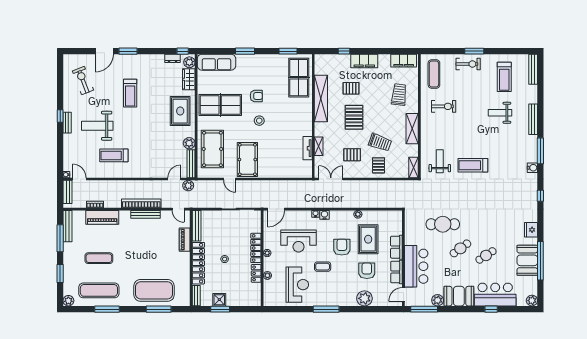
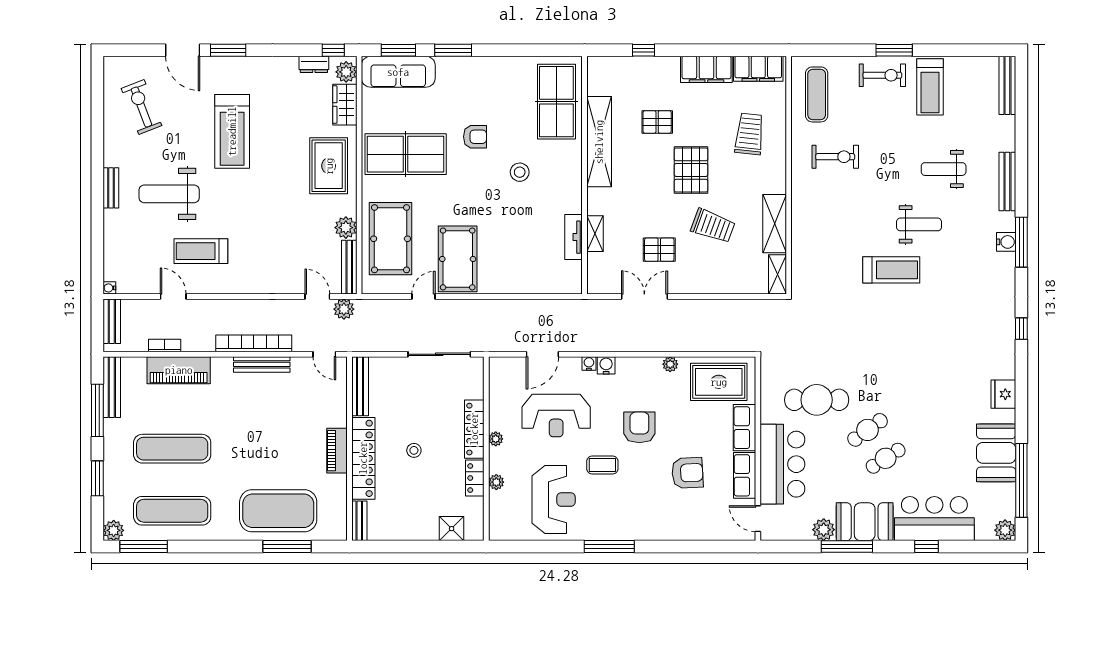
door: (104, 51) -> (183, 50), hinge flipped
window: (288, 51) -> (398, 50), moved
filing cabinet: (364, 61) -> (706, 69), moved
treadmill: (504, 77) -> (930, 87), moved
treadmill: (130, 93) -> (232, 131), width x1.37, depth x1.38
window: (60, 116) -> (97, 175), removed
pallet: (354, 117) -> (691, 170), moved
stool: (259, 121) -> (520, 172), moved
shelving: (412, 129) -> (775, 224), moved
weight bench: (440, 161) -> (919, 224), moved, turned 90
pallet: (379, 165) -> (710, 270), removed
treadmill: (473, 165) -> (891, 270), turned 180
water cooler: (532, 168) -> (1006, 242), moved
door: (79, 179) -> (173, 296), moved
door: (174, 179) -> (317, 296), hinge flipped
door: (230, 179) -> (423, 296), swing flipped
double door: (331, 179) -> (644, 296), moved
door: (276, 209) -> (542, 354), moved
cafe table: (443, 224) -> (817, 400), moved
rug: (368, 239) -> (719, 382), moved, turned 90
piano: (185, 240) -> (337, 451), moved
cafe table: (486, 255) -> (886, 458), moved
exercise mat: (99, 258) -> (172, 449), width x1.36, depth x1.45
window: (540, 261) -> (1021, 480), moved
armchair: (367, 271) -> (687, 473), turned 87
door: (403, 295) -> (758, 519), hinge flipped
plant: (364, 298) -> (683, 526), removed
shower: (219, 300) -> (452, 529), moved
window: (107, 309) -> (144, 547), moved
window: (220, 309) -> (405, 547), removed
window: (424, 309) -> (847, 547), moved

